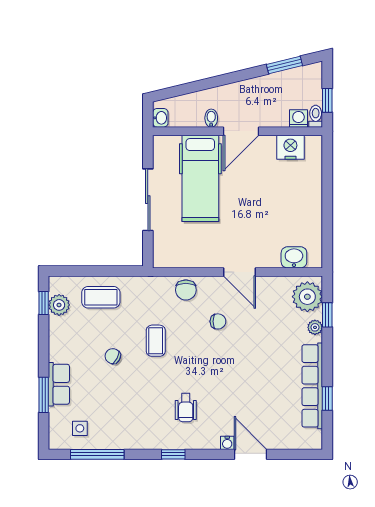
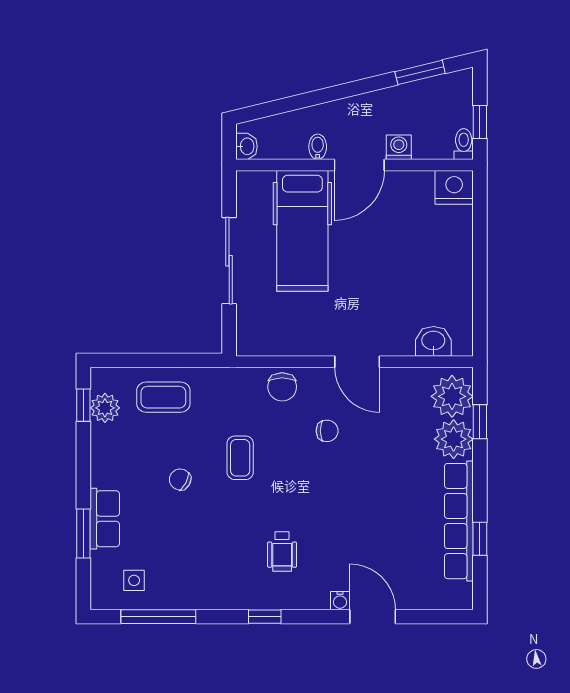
washing machine: (298, 118) -> (399, 147), moved
nightstand: (290, 147) -> (454, 187), moved
plant: (315, 327) -> (454, 439), width x1.87, depth x1.87

